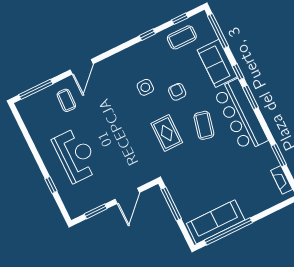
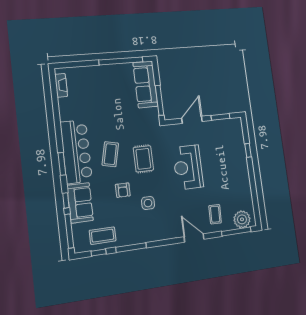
window: (147, 35) -> (131, 248), width x2.17
door: (82, 67) -> (194, 238), hinge flipped
window: (238, 72) -> (66, 200), moved
plant: (33, 105) -> (242, 219), added
reception desk: (76, 155) -> (188, 167), moved
window: (279, 155) -> (56, 106), removed
sofa: (216, 222) -> (145, 84), moved, turned 90

